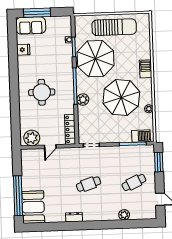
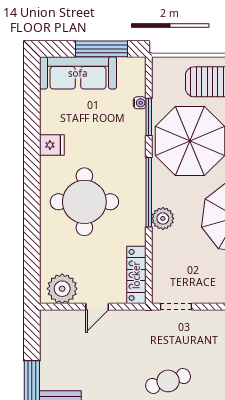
window: (37, 13) -> (101, 49), moved
sofa: (31, 25) -> (78, 73), width x1.36
fridge: (23, 50) -> (52, 145), moved
round table: (42, 92) -> (84, 202), width x1.36, depth x1.36

